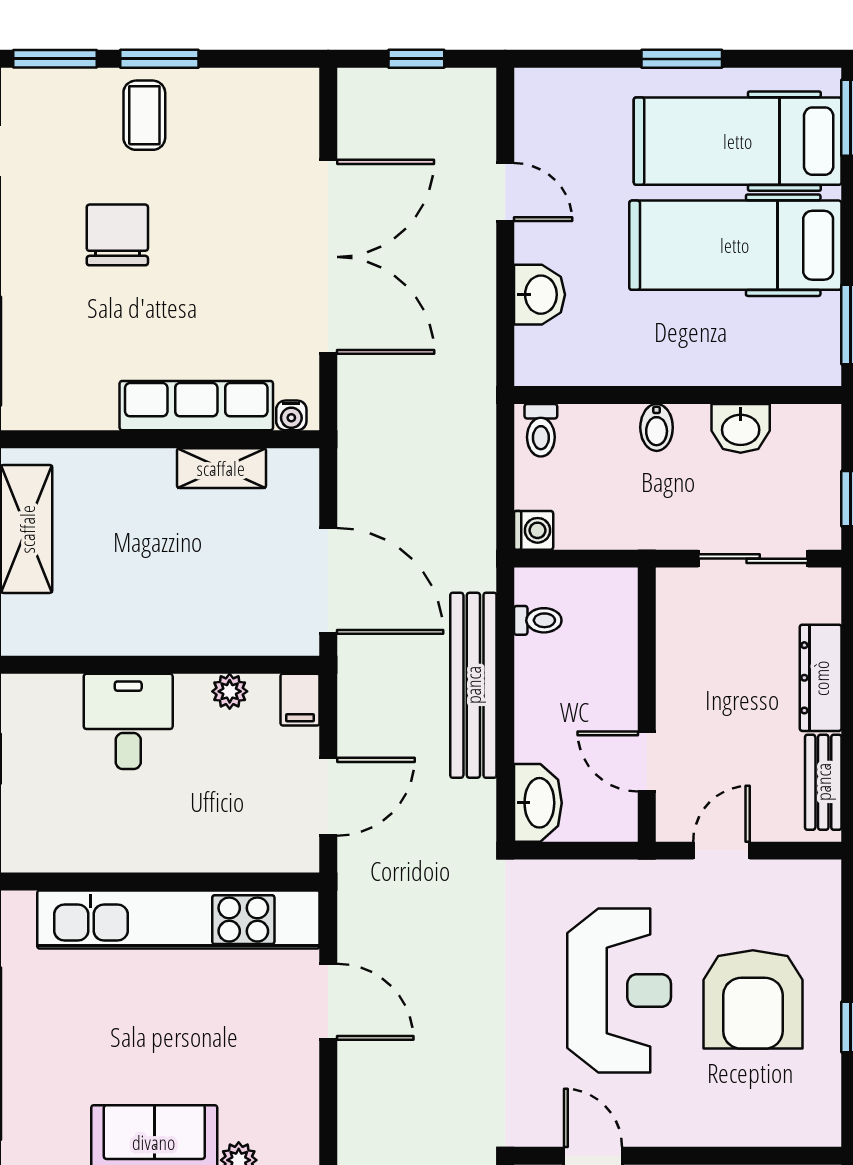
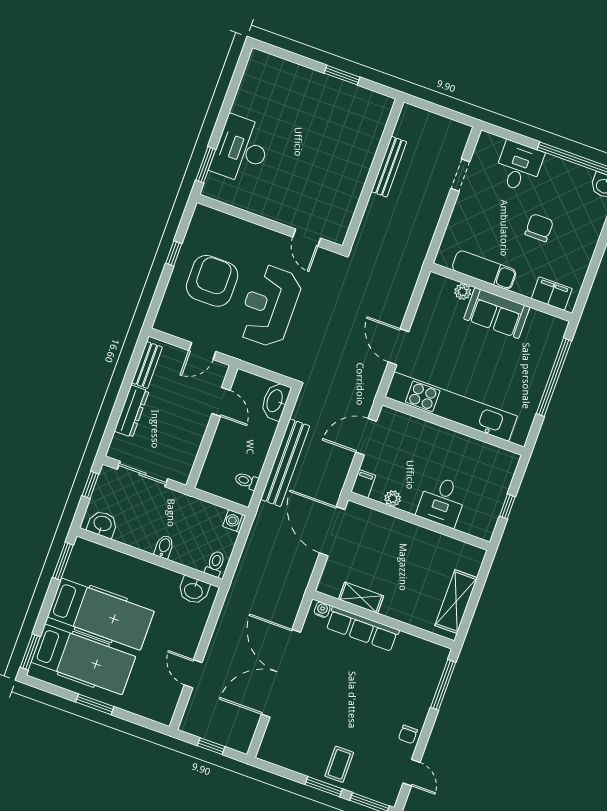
chair: (117, 235) -> (408, 734), moved, width x0.54, depth x0.54
washbasin: (539, 295) -> (194, 590), moved, turned -90
washbasin: (741, 428) -> (102, 524), moved

